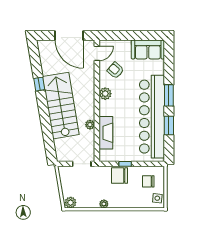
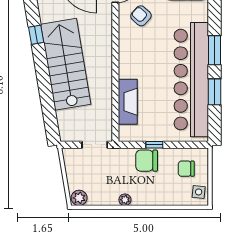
plant: (105, 94) -> (127, 48), removed
plant: (90, 125) -> (106, 91), removed

